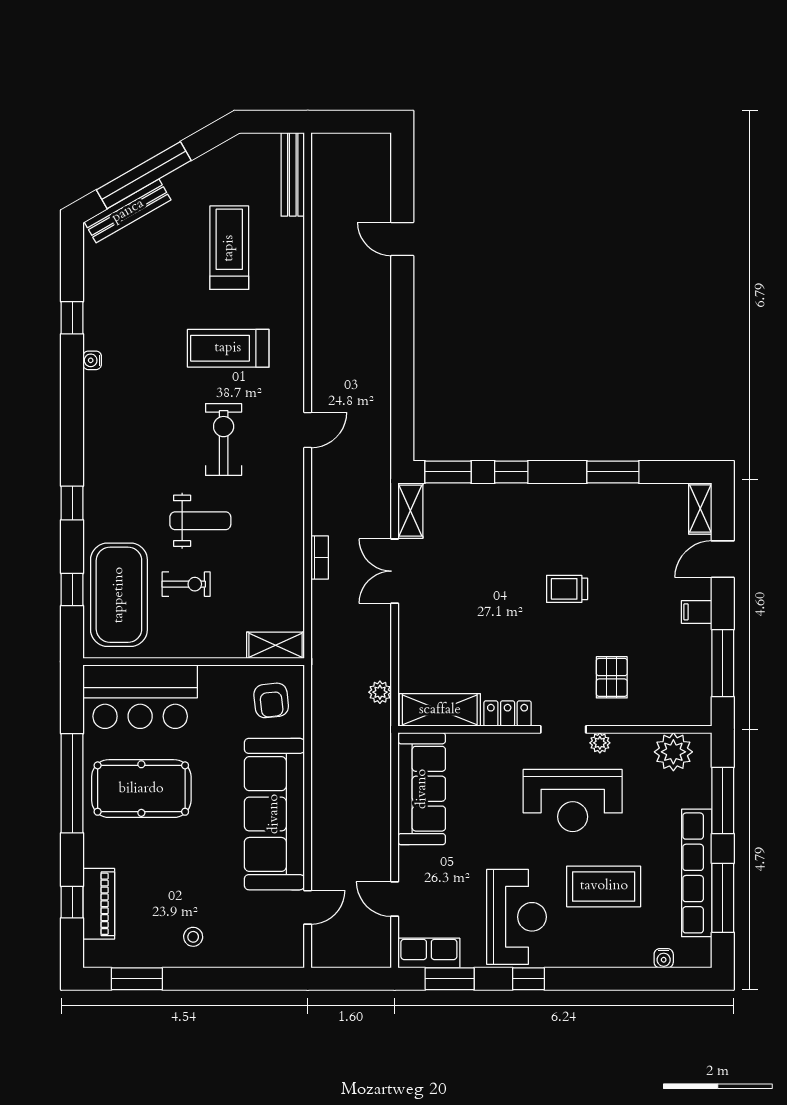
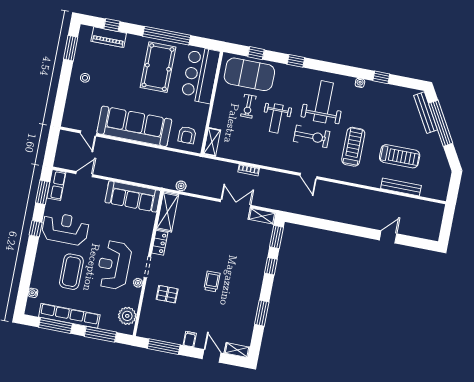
bench: (293, 174) -> (401, 187), moved
weight bench: (147, 429) -> (323, 102), added
armchair: (271, 700) -> (187, 135), turned -84
reception desk: (516, 917) -> (65, 229), turned 180

